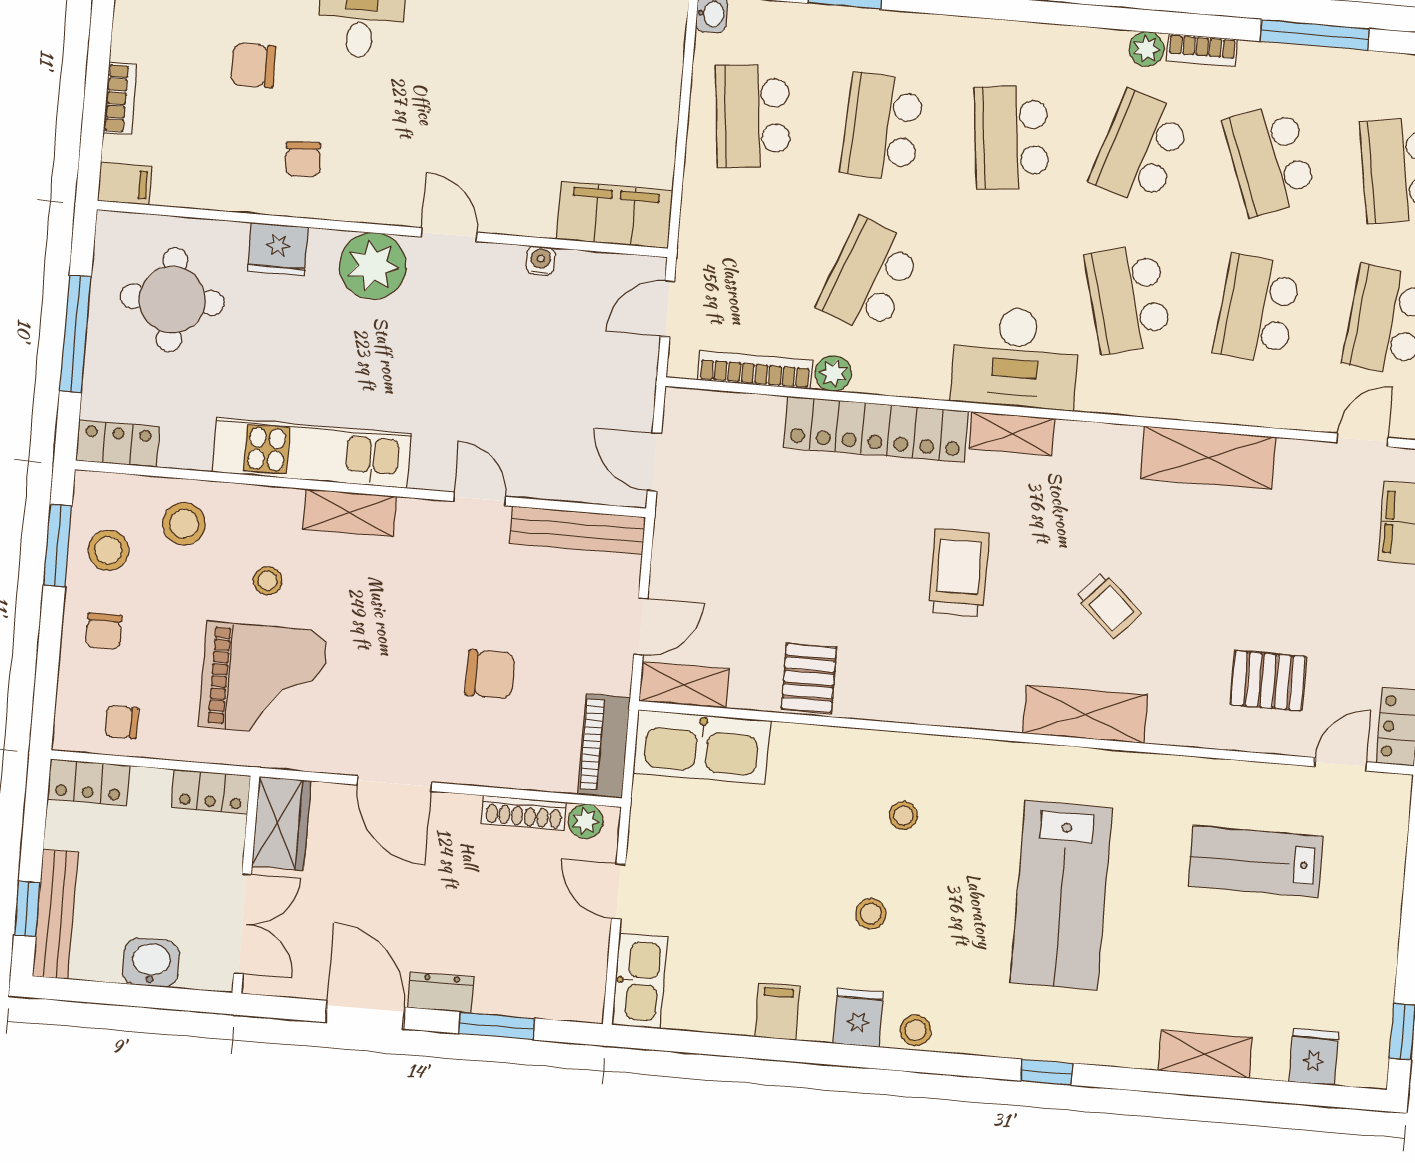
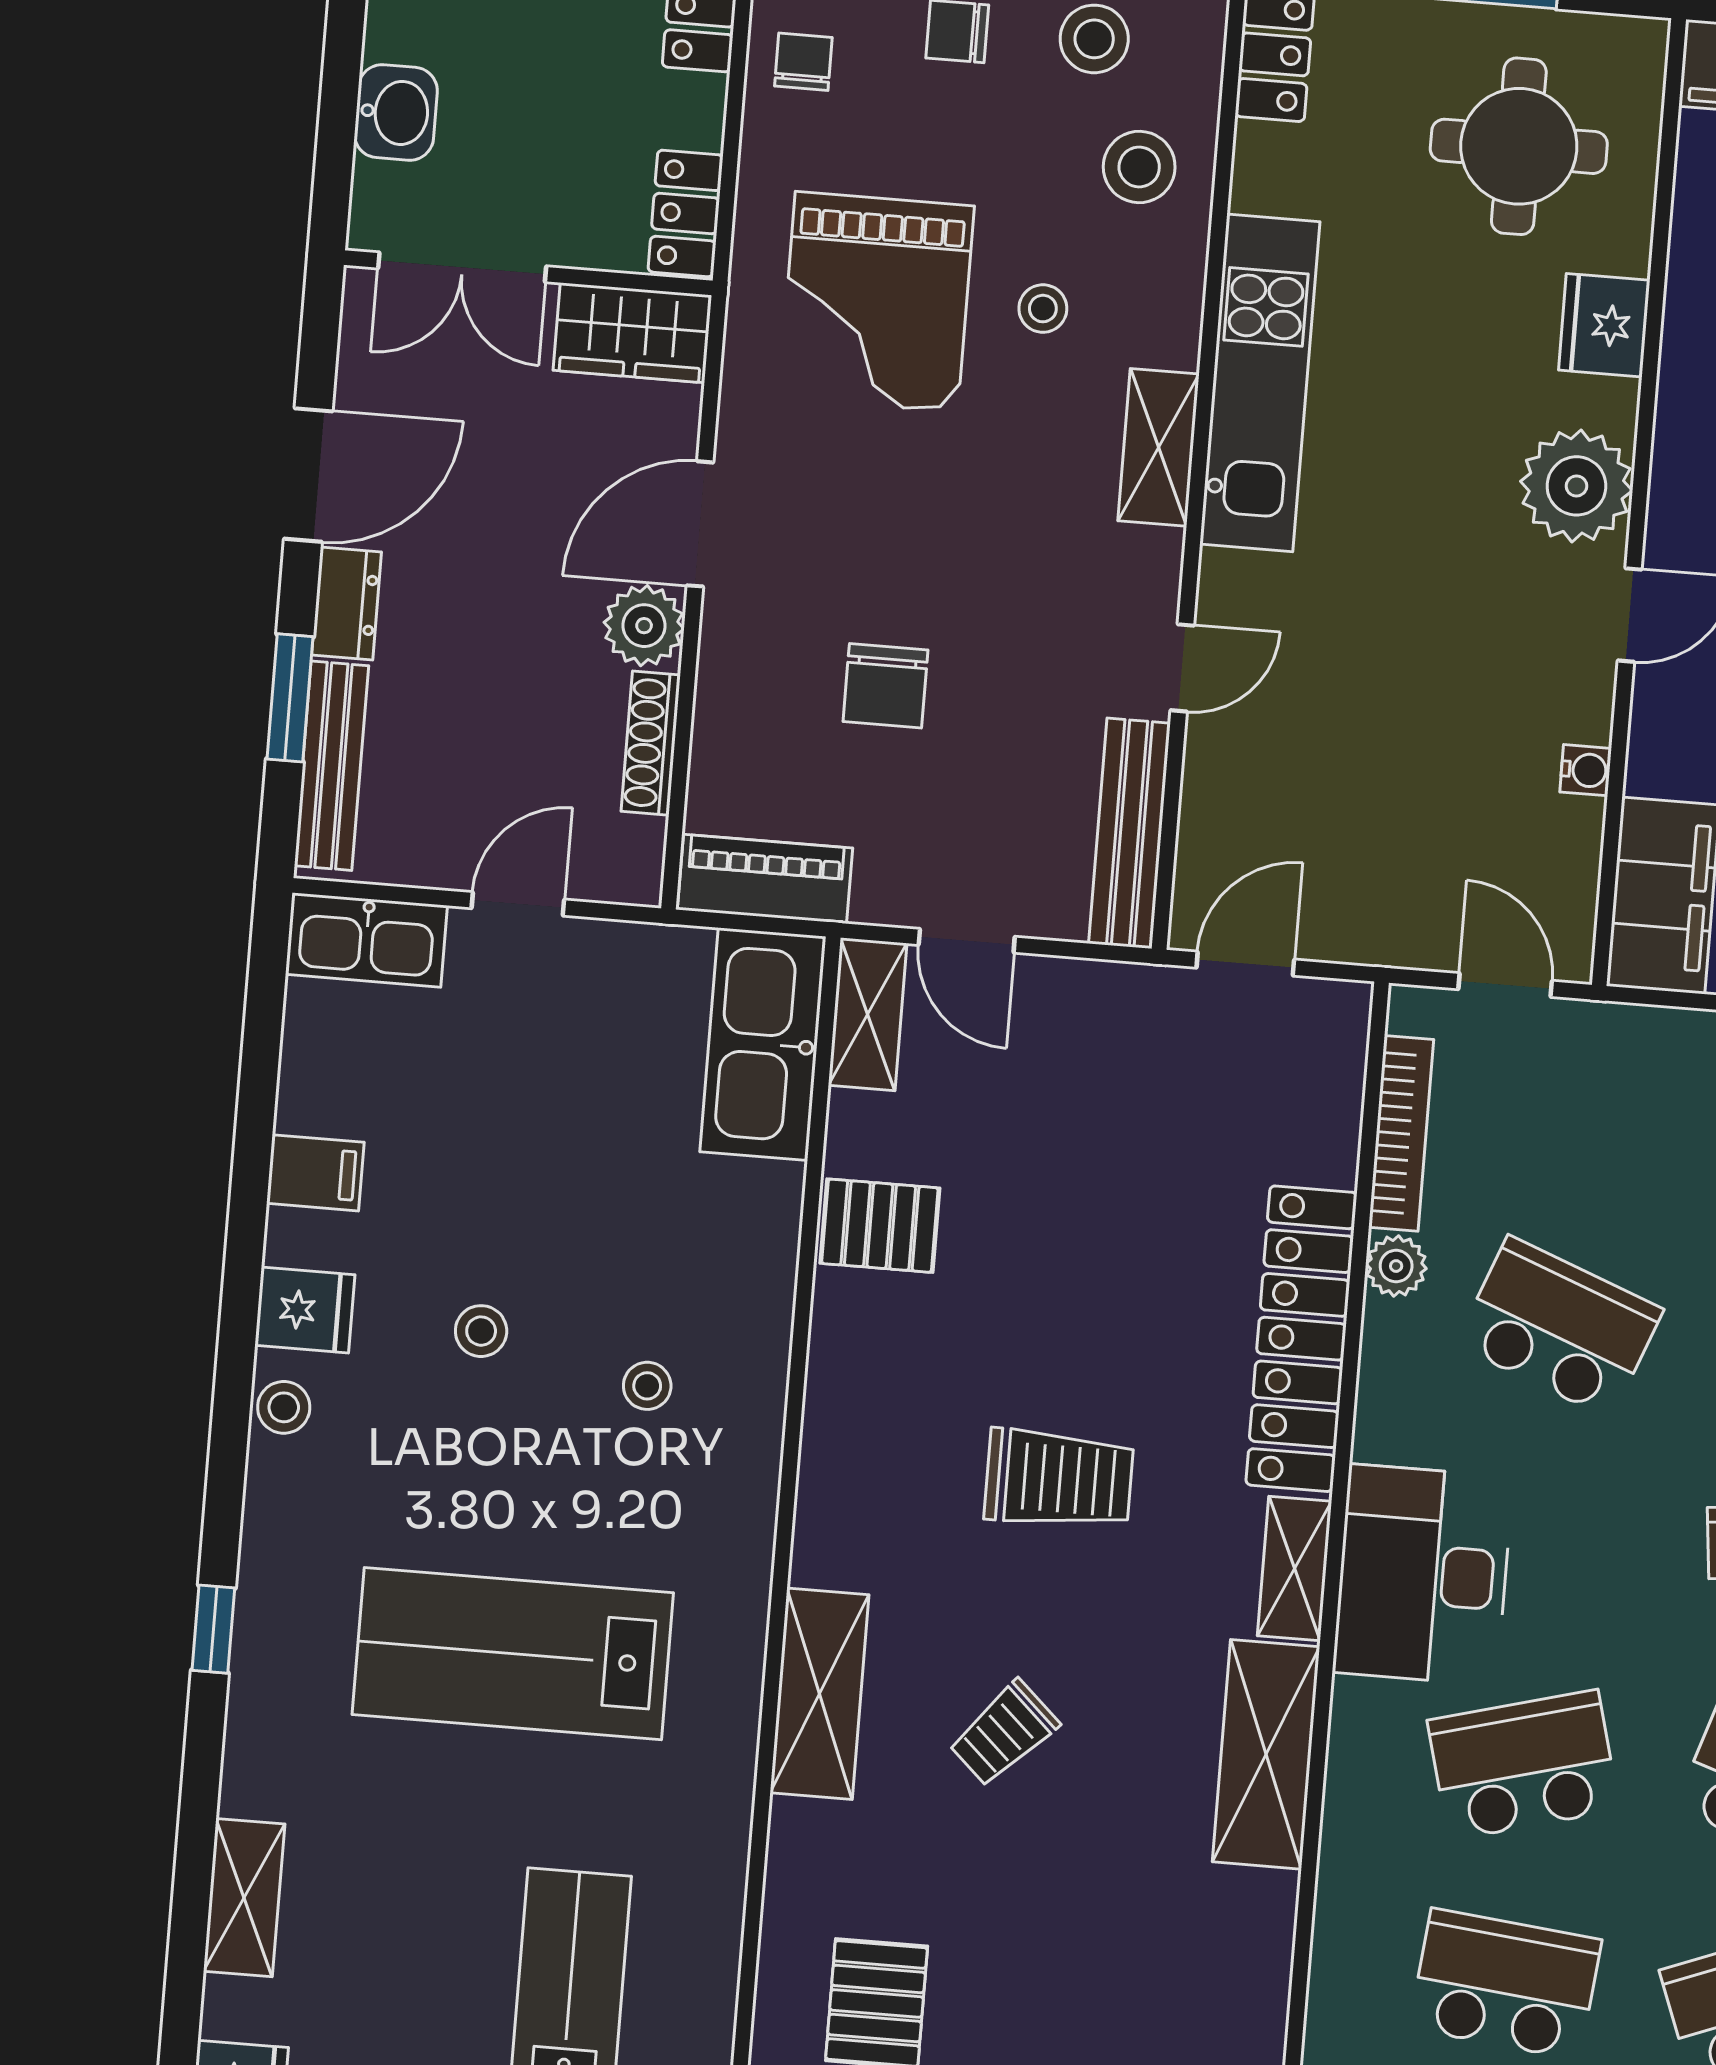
shelving: (1208, 458) -> (1266, 1754), moved
plant: (586, 821) -> (644, 626), moved, width x1.38, depth x1.38
bench: (537, 1001) -> (331, 766), added

